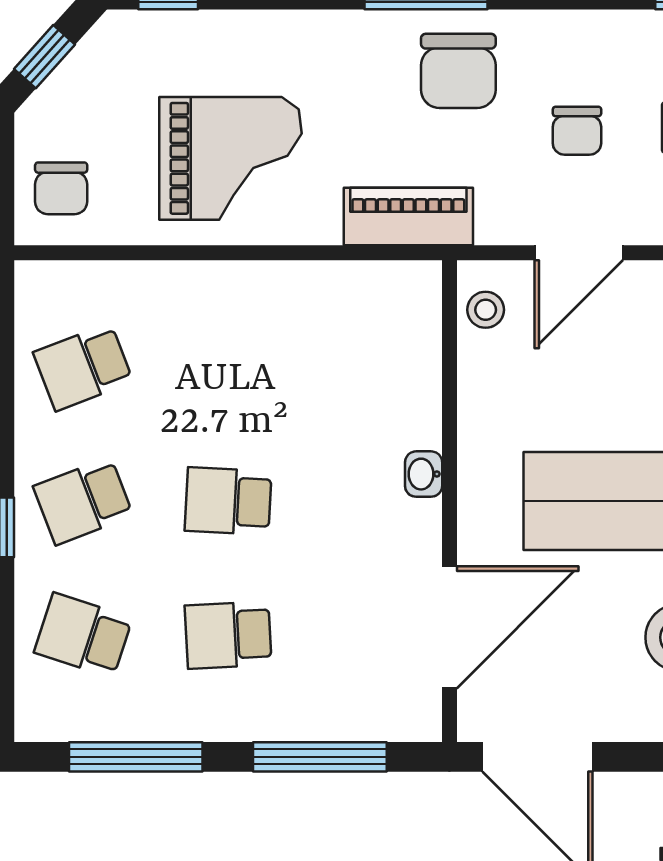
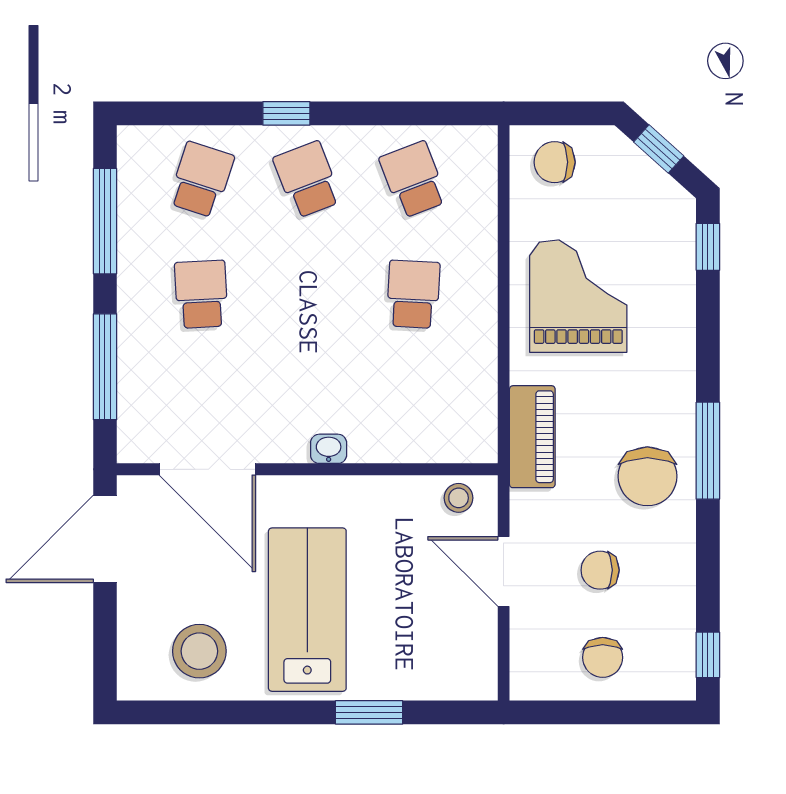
chair: (458, 71) -> (647, 476), turned -90
grand piano: (230, 158) -> (578, 296), turned 180
school desk: (228, 501) -> (413, 294), moved

